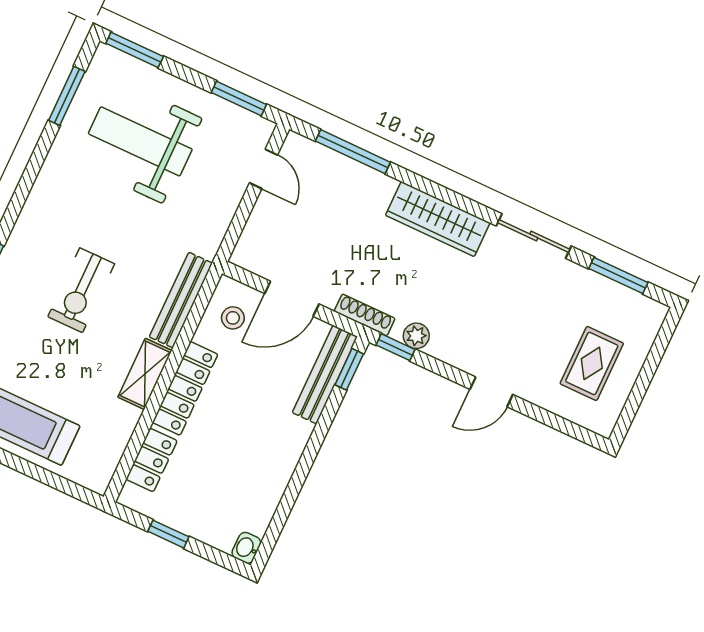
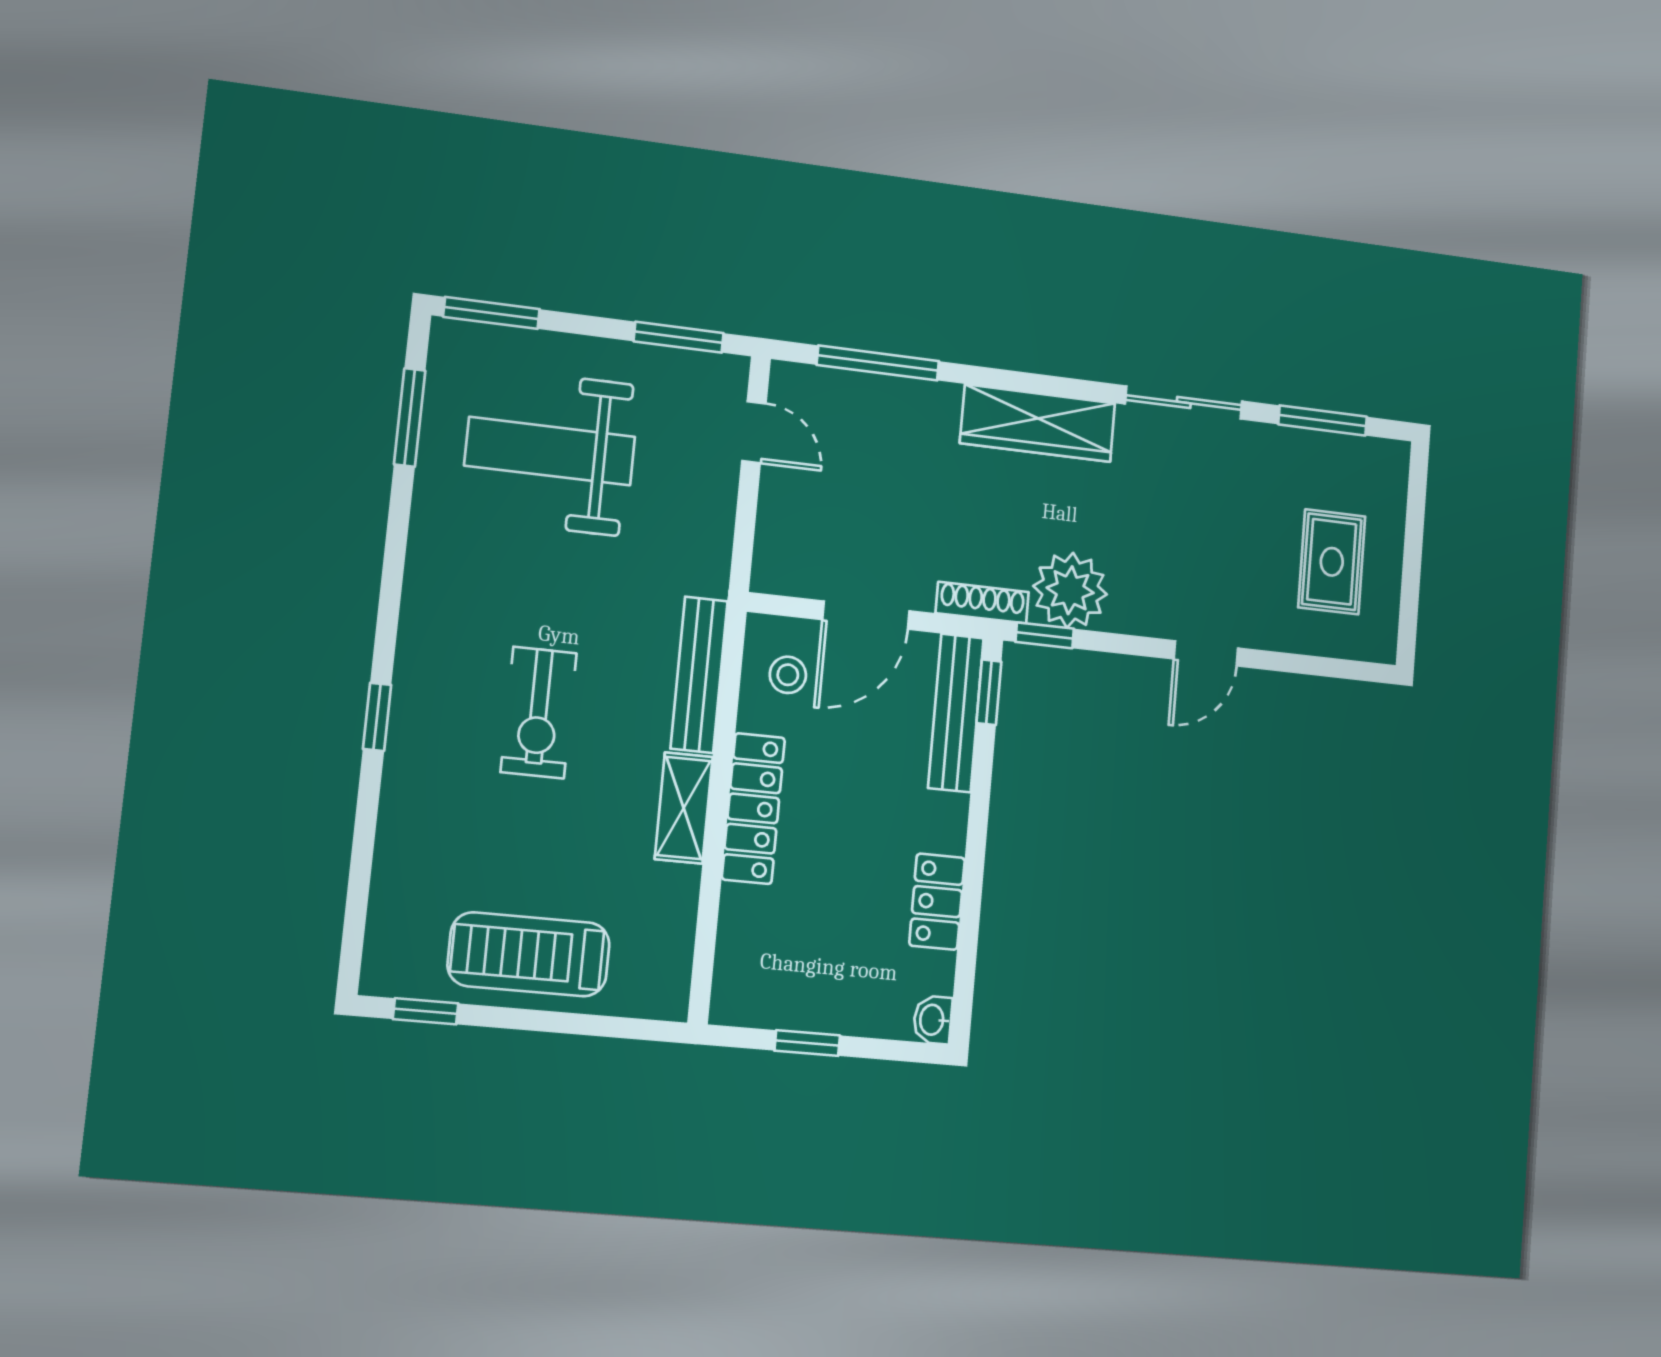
plant: (416, 336) -> (1070, 590), width x1.87, depth x1.87
locker: (152, 460) -> (937, 902), moved, turned 180

